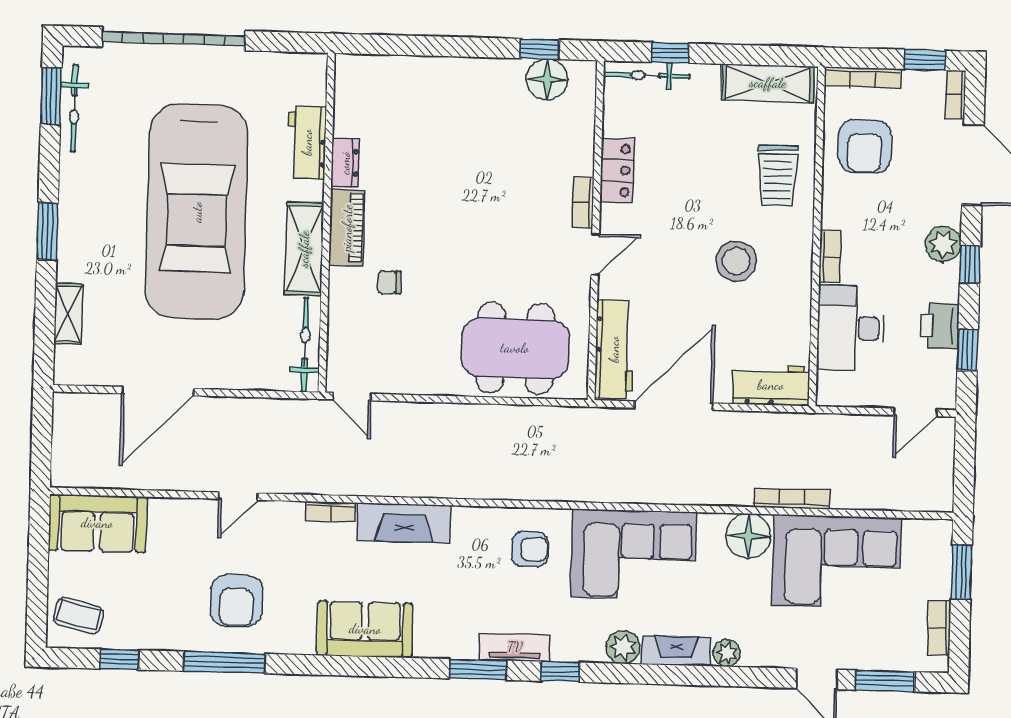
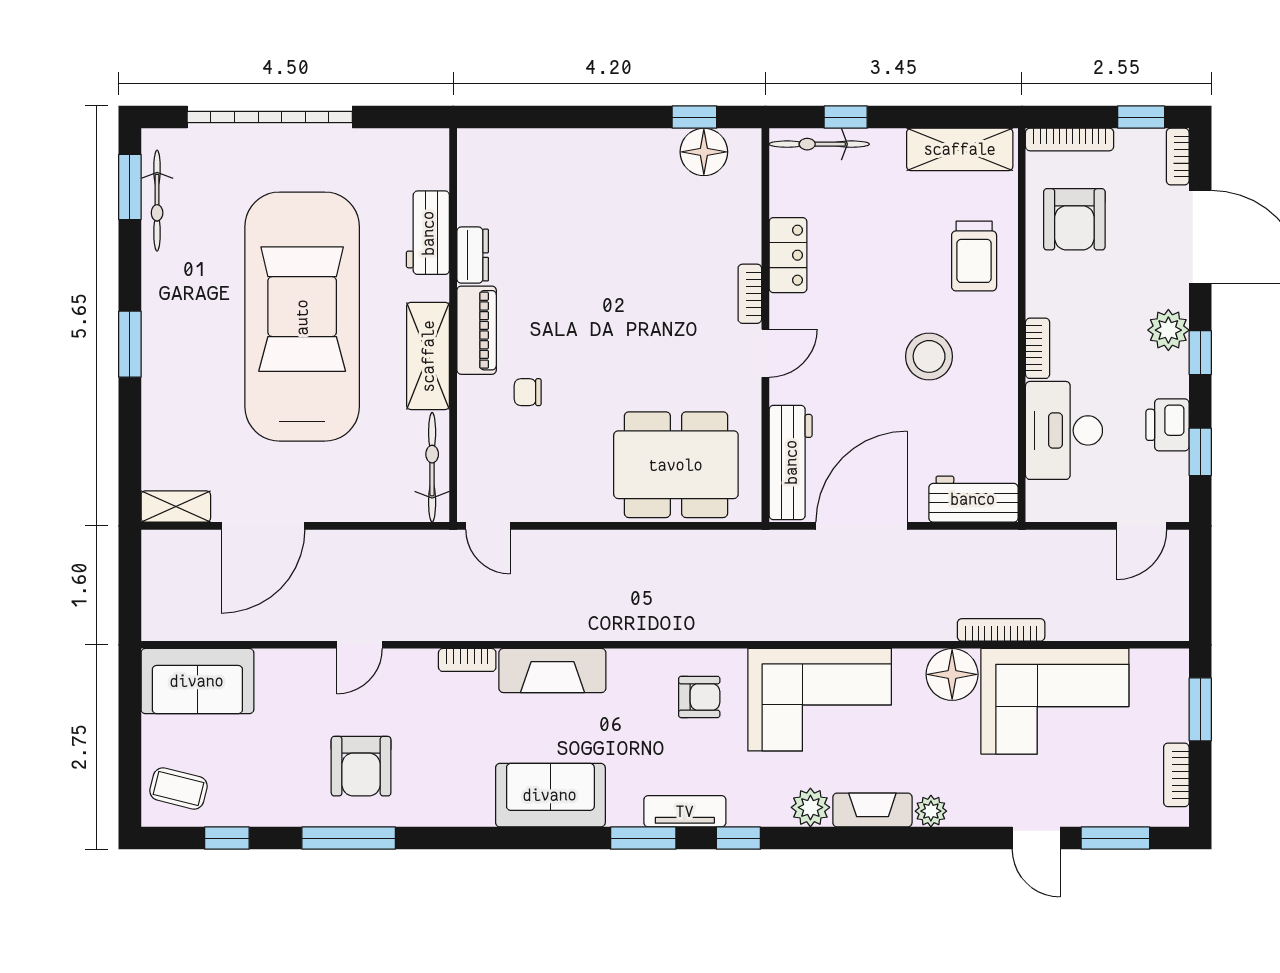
car: (197, 212) -> (302, 317), turned 180
shelving: (68, 314) -> (176, 507), moved, turned 90
sofa: (365, 629) -> (550, 795), moved

